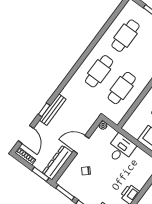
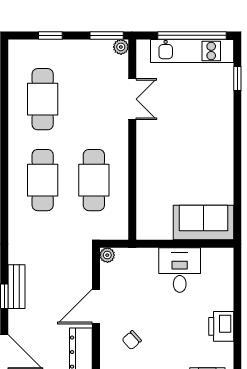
bench: (53, 110) -> (16, 287), width x0.73
desk: (121, 149) -> (180, 270), moved

